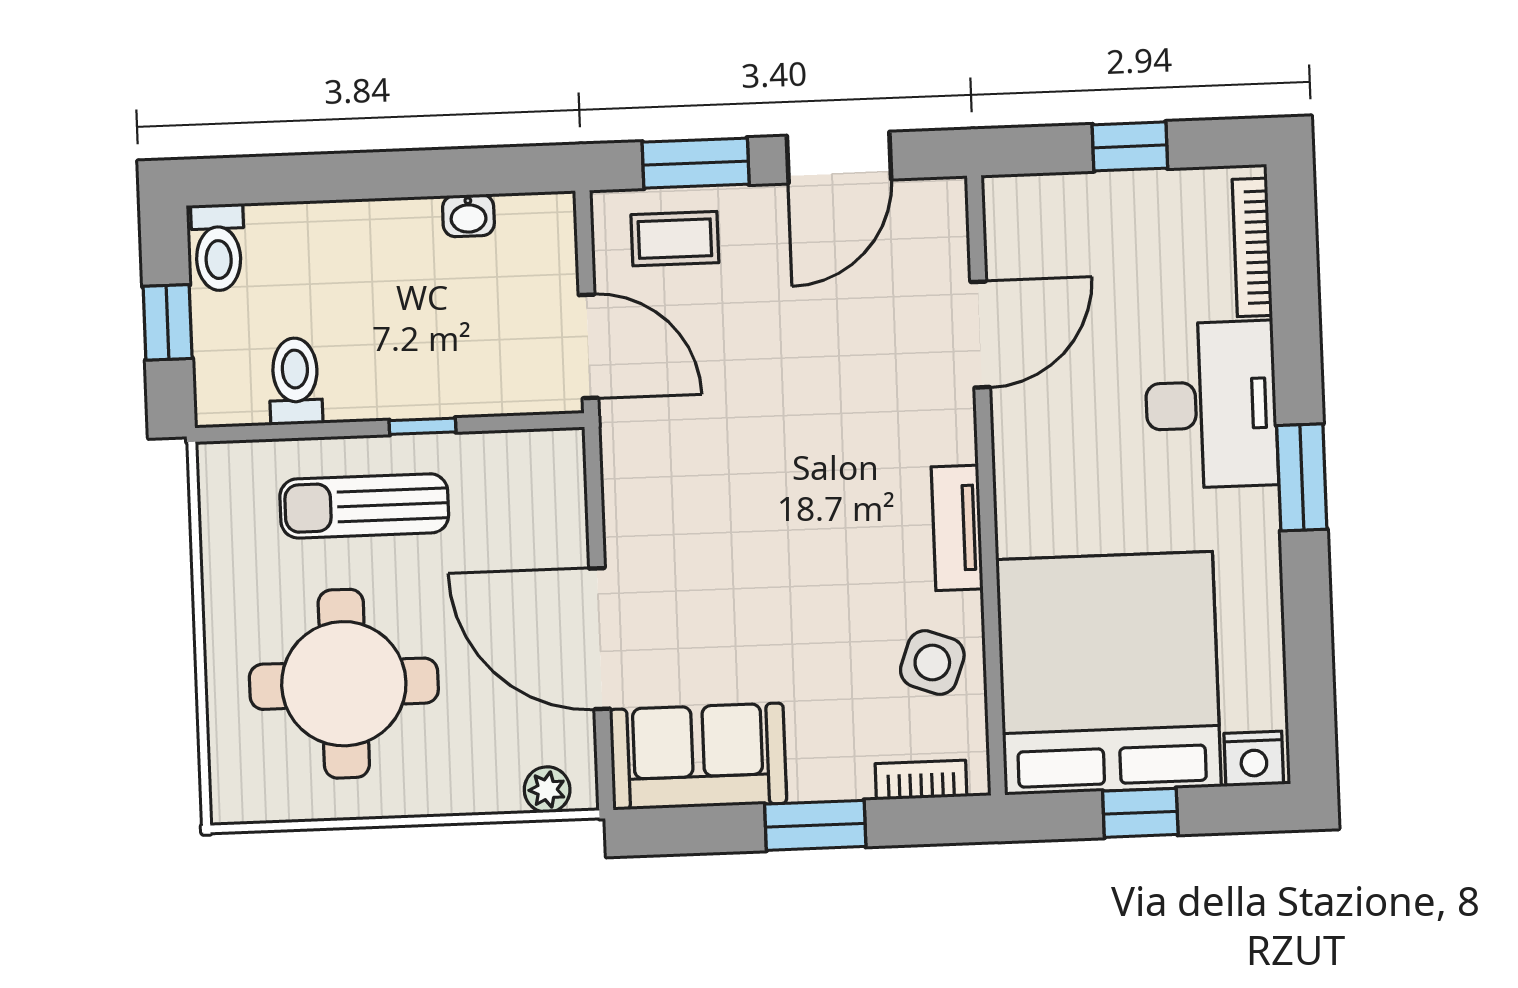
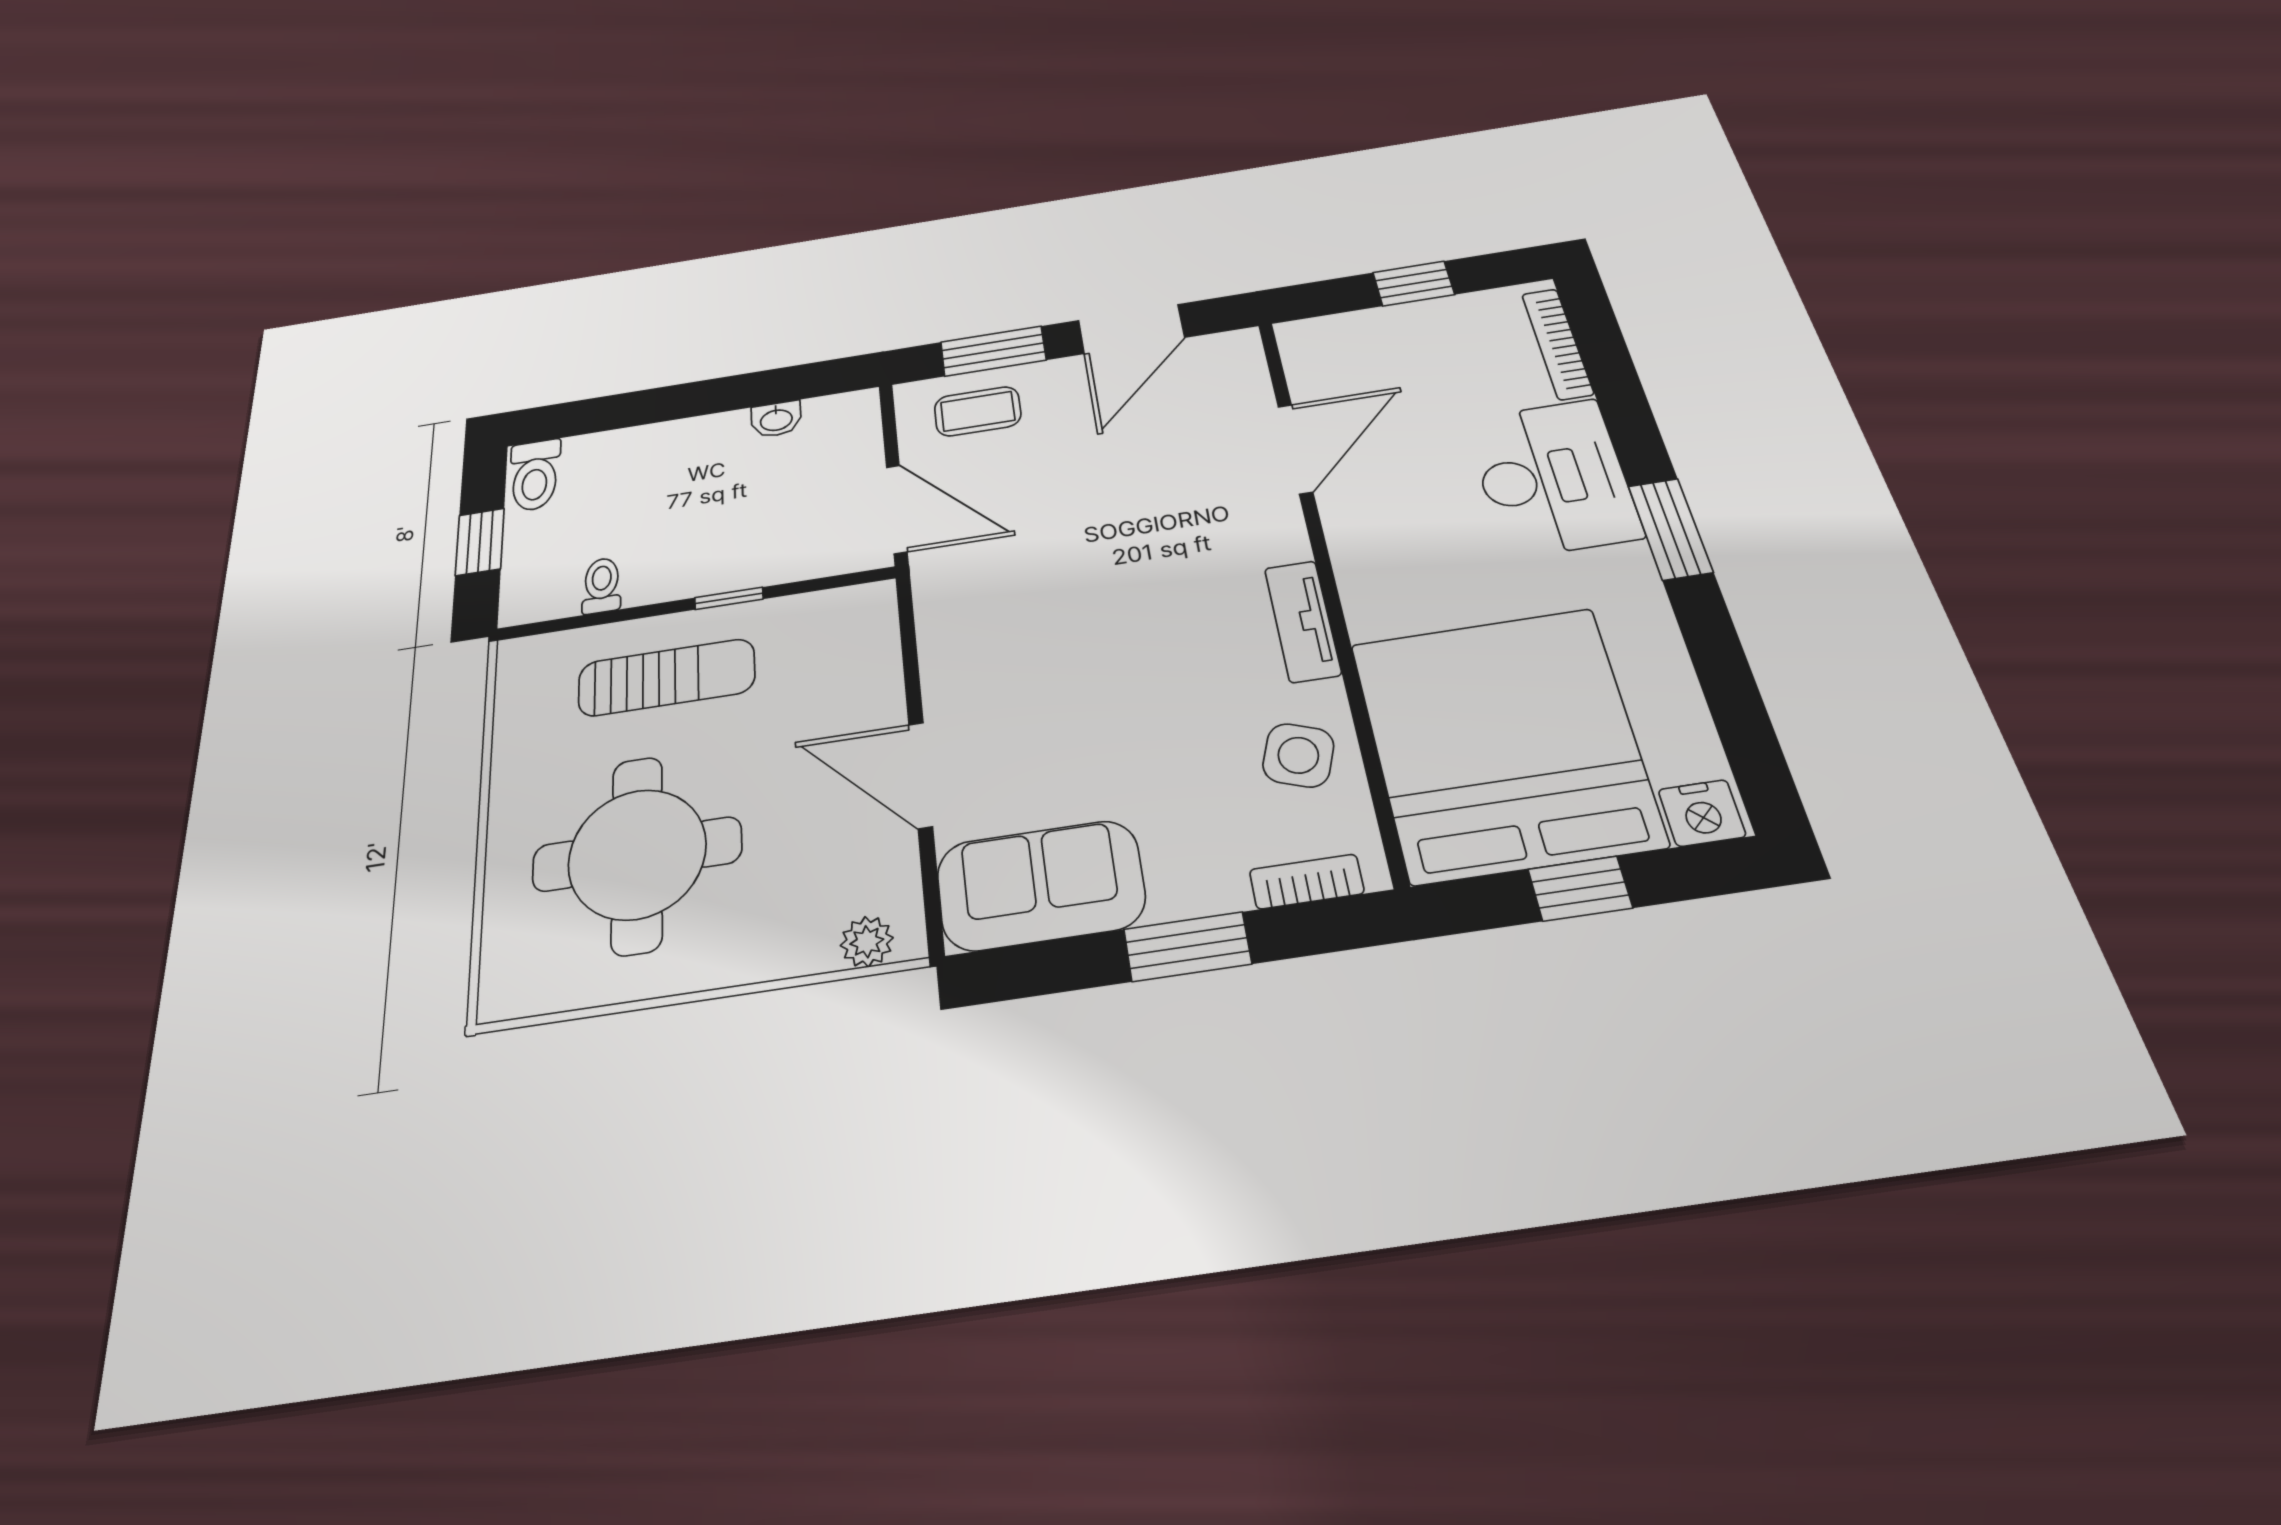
toilet: (295, 381) -> (602, 586), width x0.73, depth x0.72
sun lounger: (364, 506) -> (667, 677), turned 180
door: (600, 639) -> (921, 775), width x0.73

